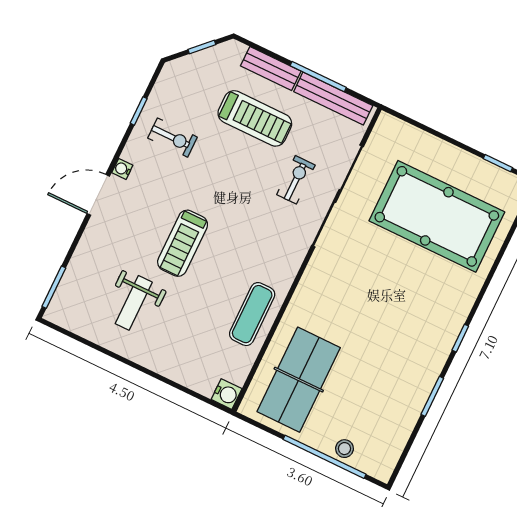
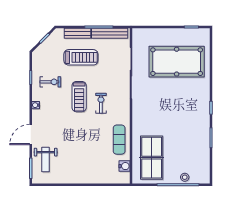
exercise bike: (296, 180) -> (101, 103), moved
door: (98, 195) -> (31, 135), moved
treadmill: (183, 243) -> (79, 97), moved
weight bench: (134, 303) -> (46, 160), moved
water cooler: (227, 394) -> (124, 166), moved

